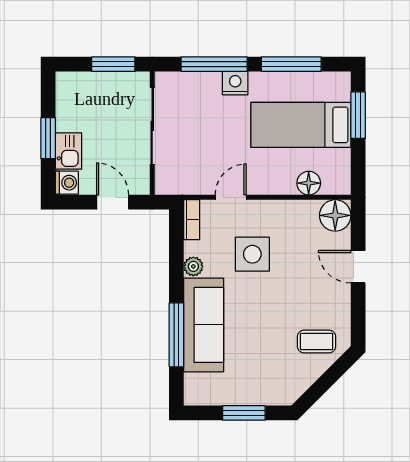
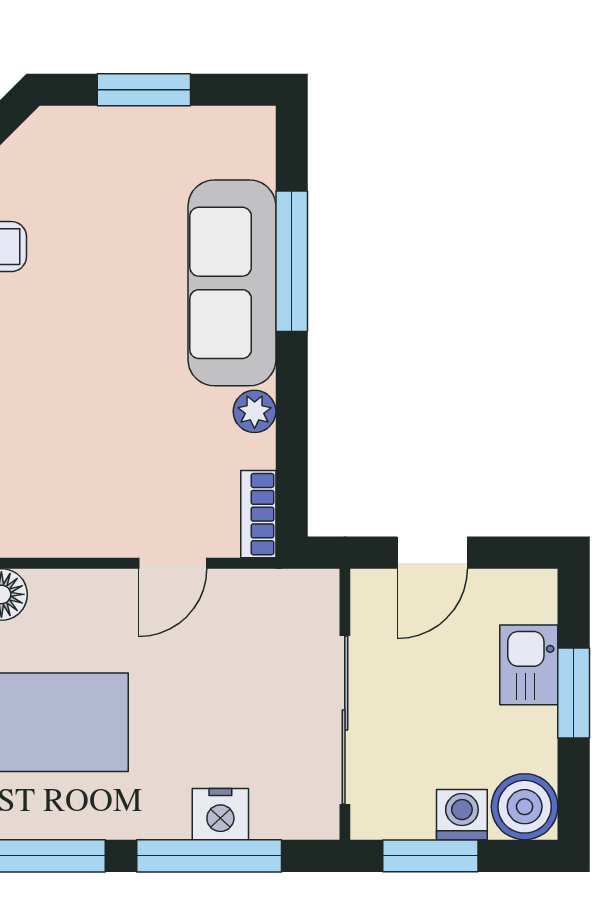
nightstand: (235, 83) -> (220, 814), moved
boiler: (70, 86) -> (525, 807), added
washing machine: (67, 183) -> (462, 815), moved, turned 90
door: (113, 202) -> (432, 553), hinge flipped
side table: (252, 254) -> (125, 438), removed

